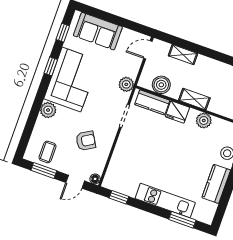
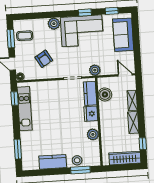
shelving: (194, 99) -> (133, 122), moved
kitchen unit: (165, 201) -> (25, 109), moved

